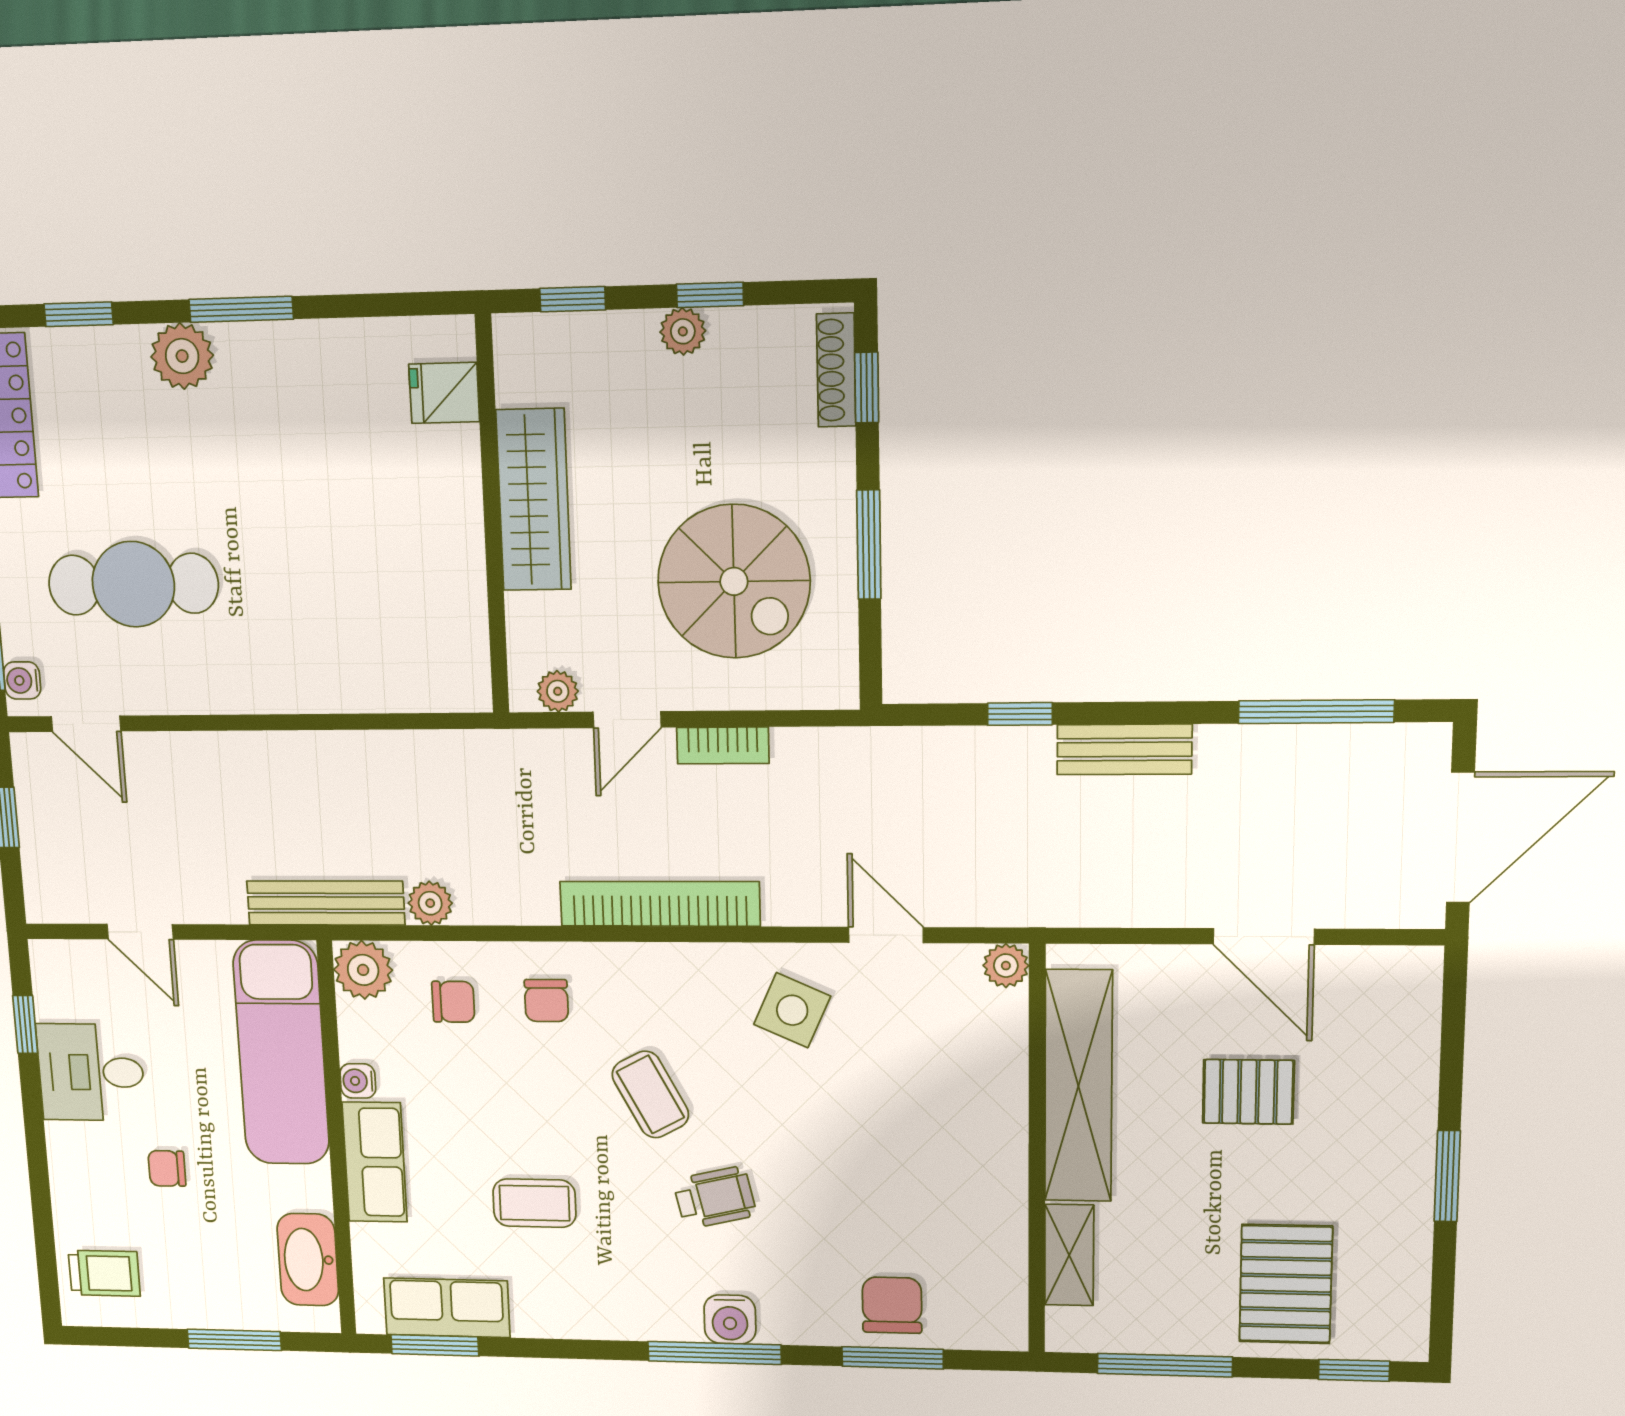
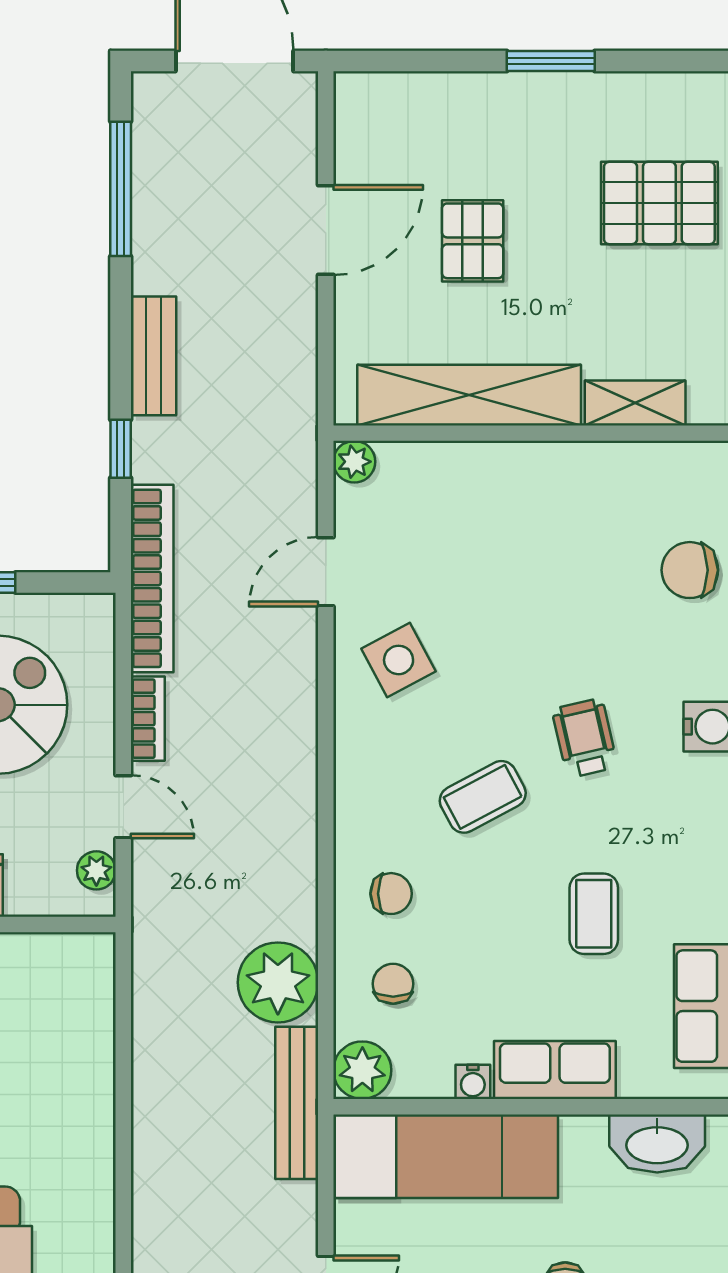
plant: (430, 903) -> (278, 982), width x1.88, depth x1.88
bookcase: (660, 904) -> (152, 578), moved, turned 180
side table: (792, 1010) -> (399, 660), turned 38

